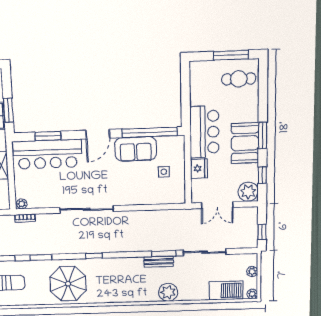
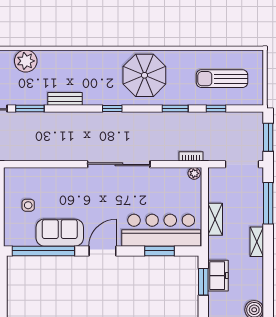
bench: (159, 262) -> (65, 99), moved

